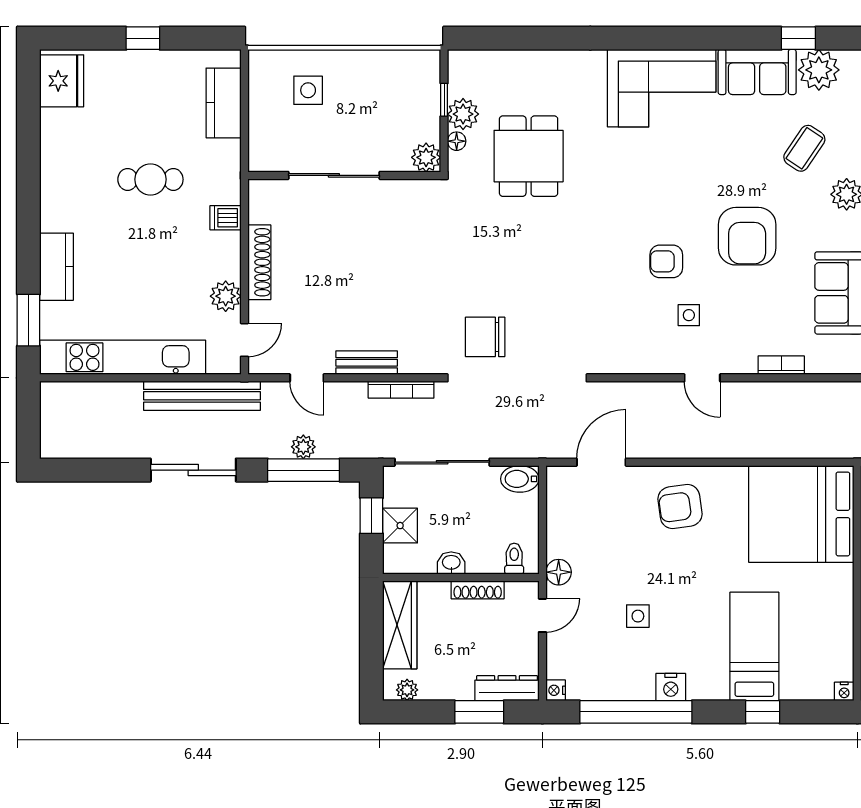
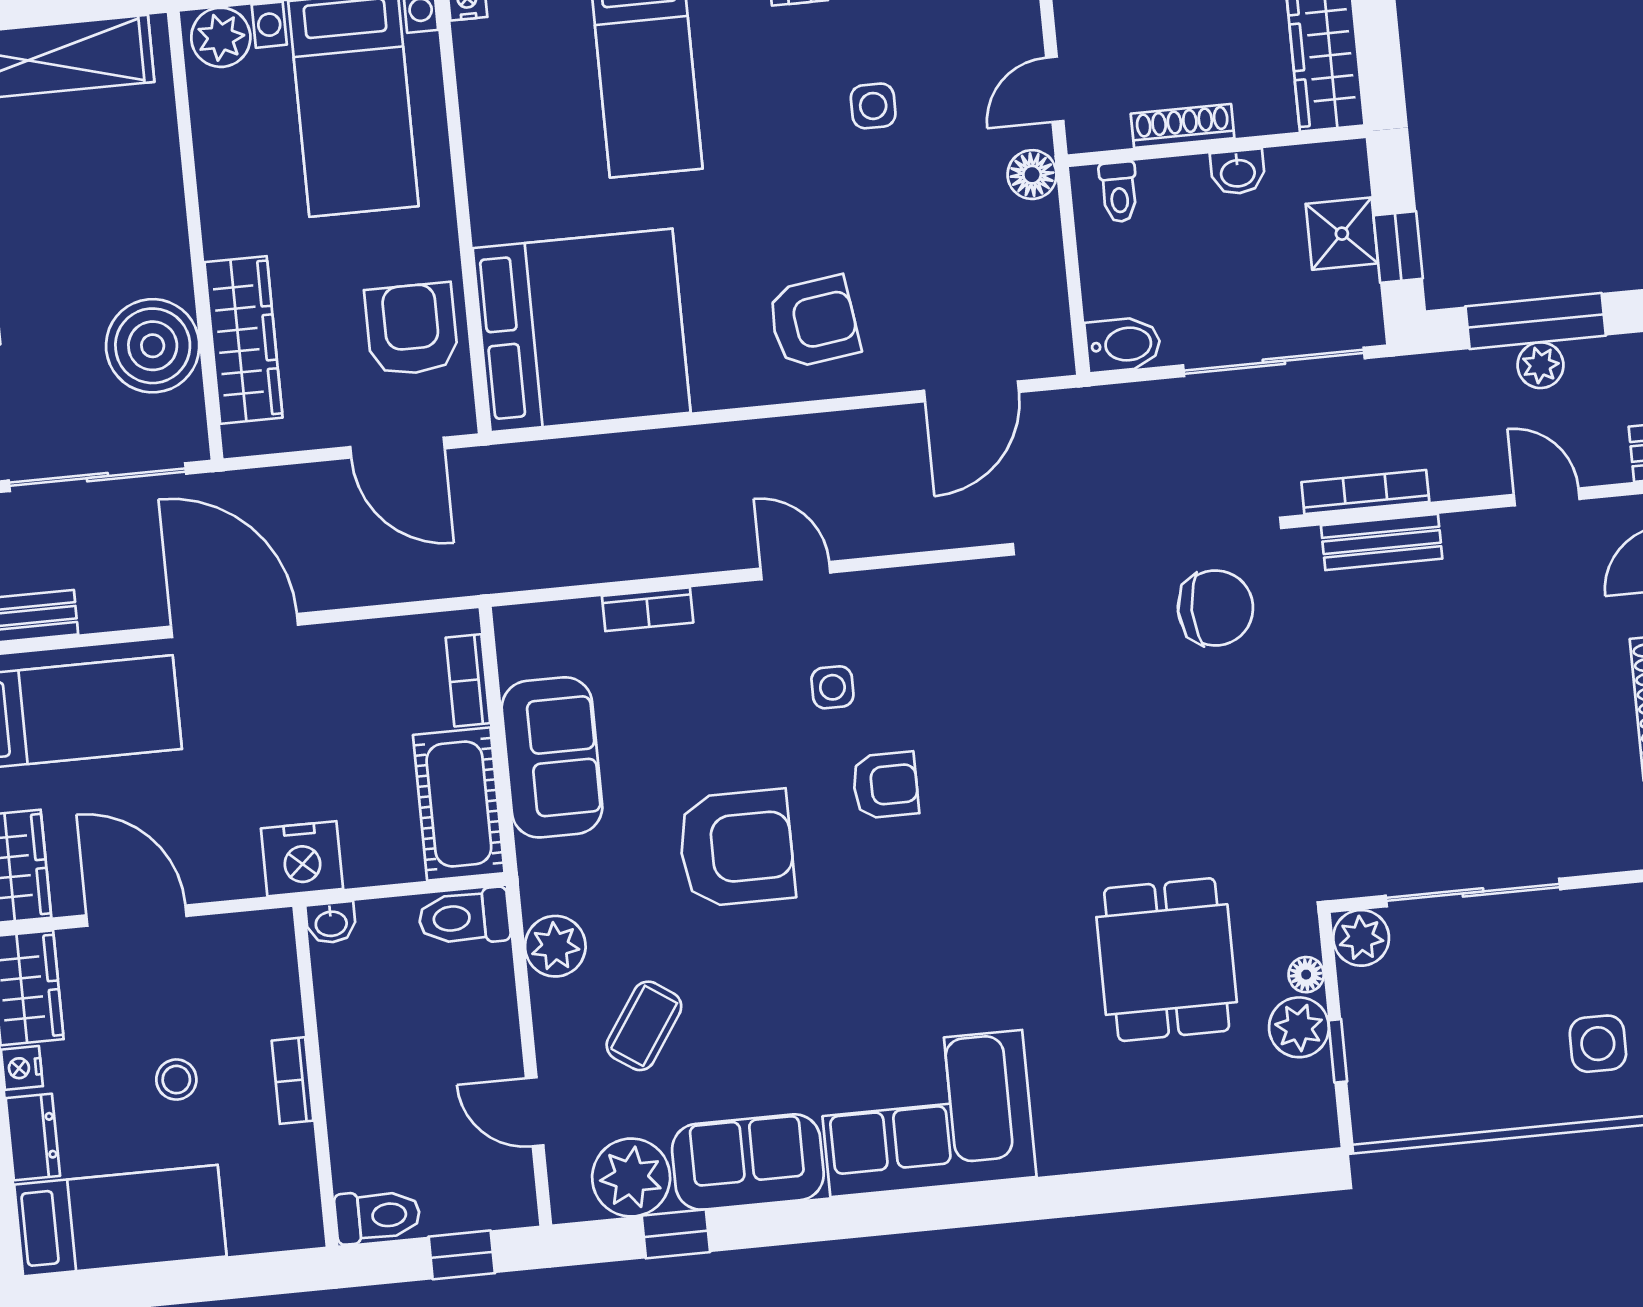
sliding door: (334, 175) -> (1473, 892), moved
armchair: (747, 236) -> (736, 848), turned 90
bench: (367, 363) -> (1382, 542), moved

